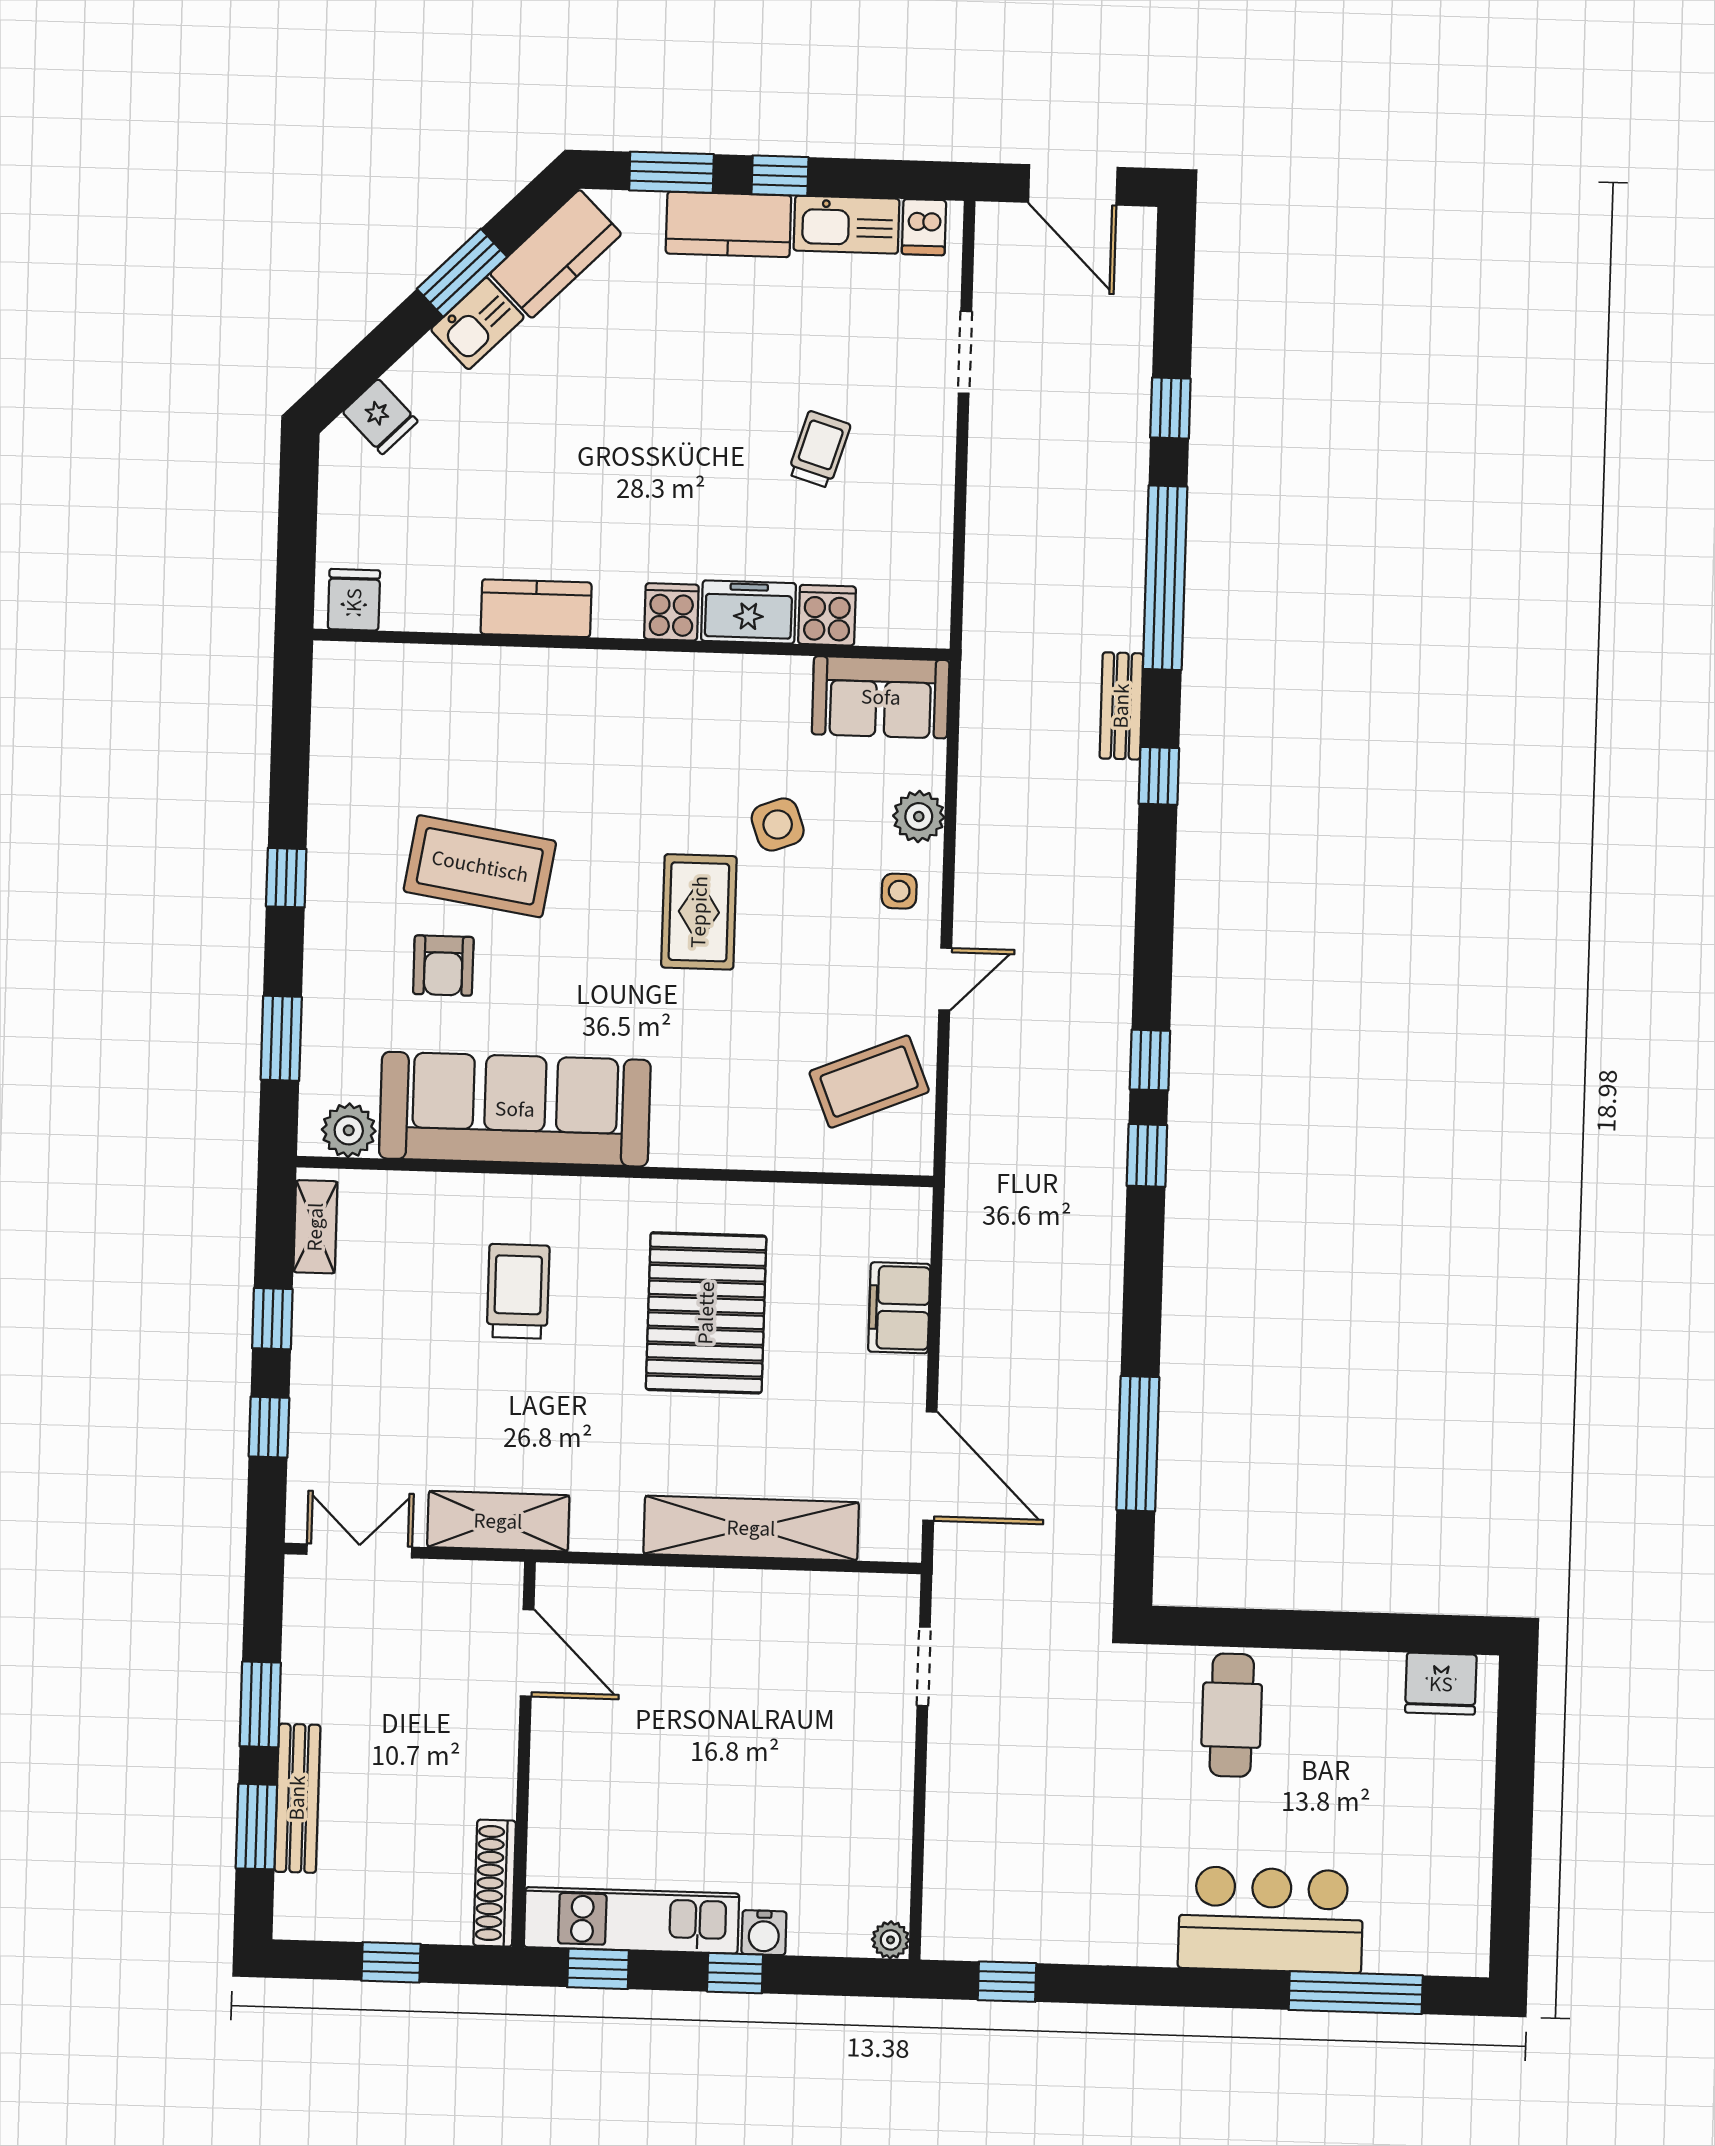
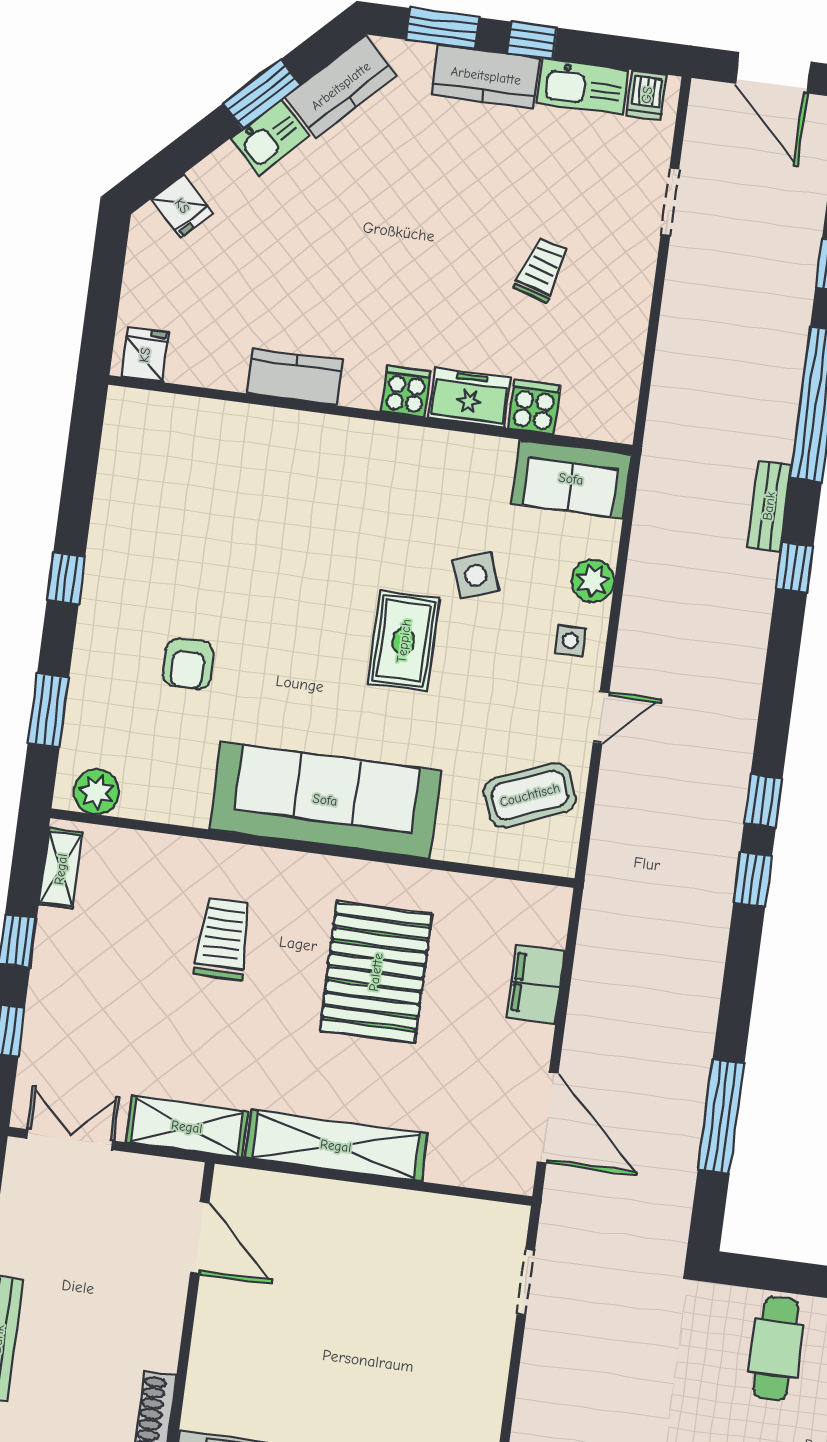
coffee table: (480, 866) -> (227, 585), removed
sofa: (515, 1109) -> (325, 800), moved
shelving: (751, 1528) -> (336, 1146), moved

